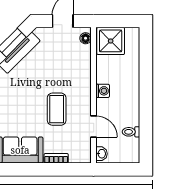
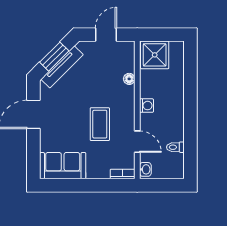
floor lamp: (86, 38) -> (129, 79), moved
bookcase: (56, 158) -> (123, 174), moved

